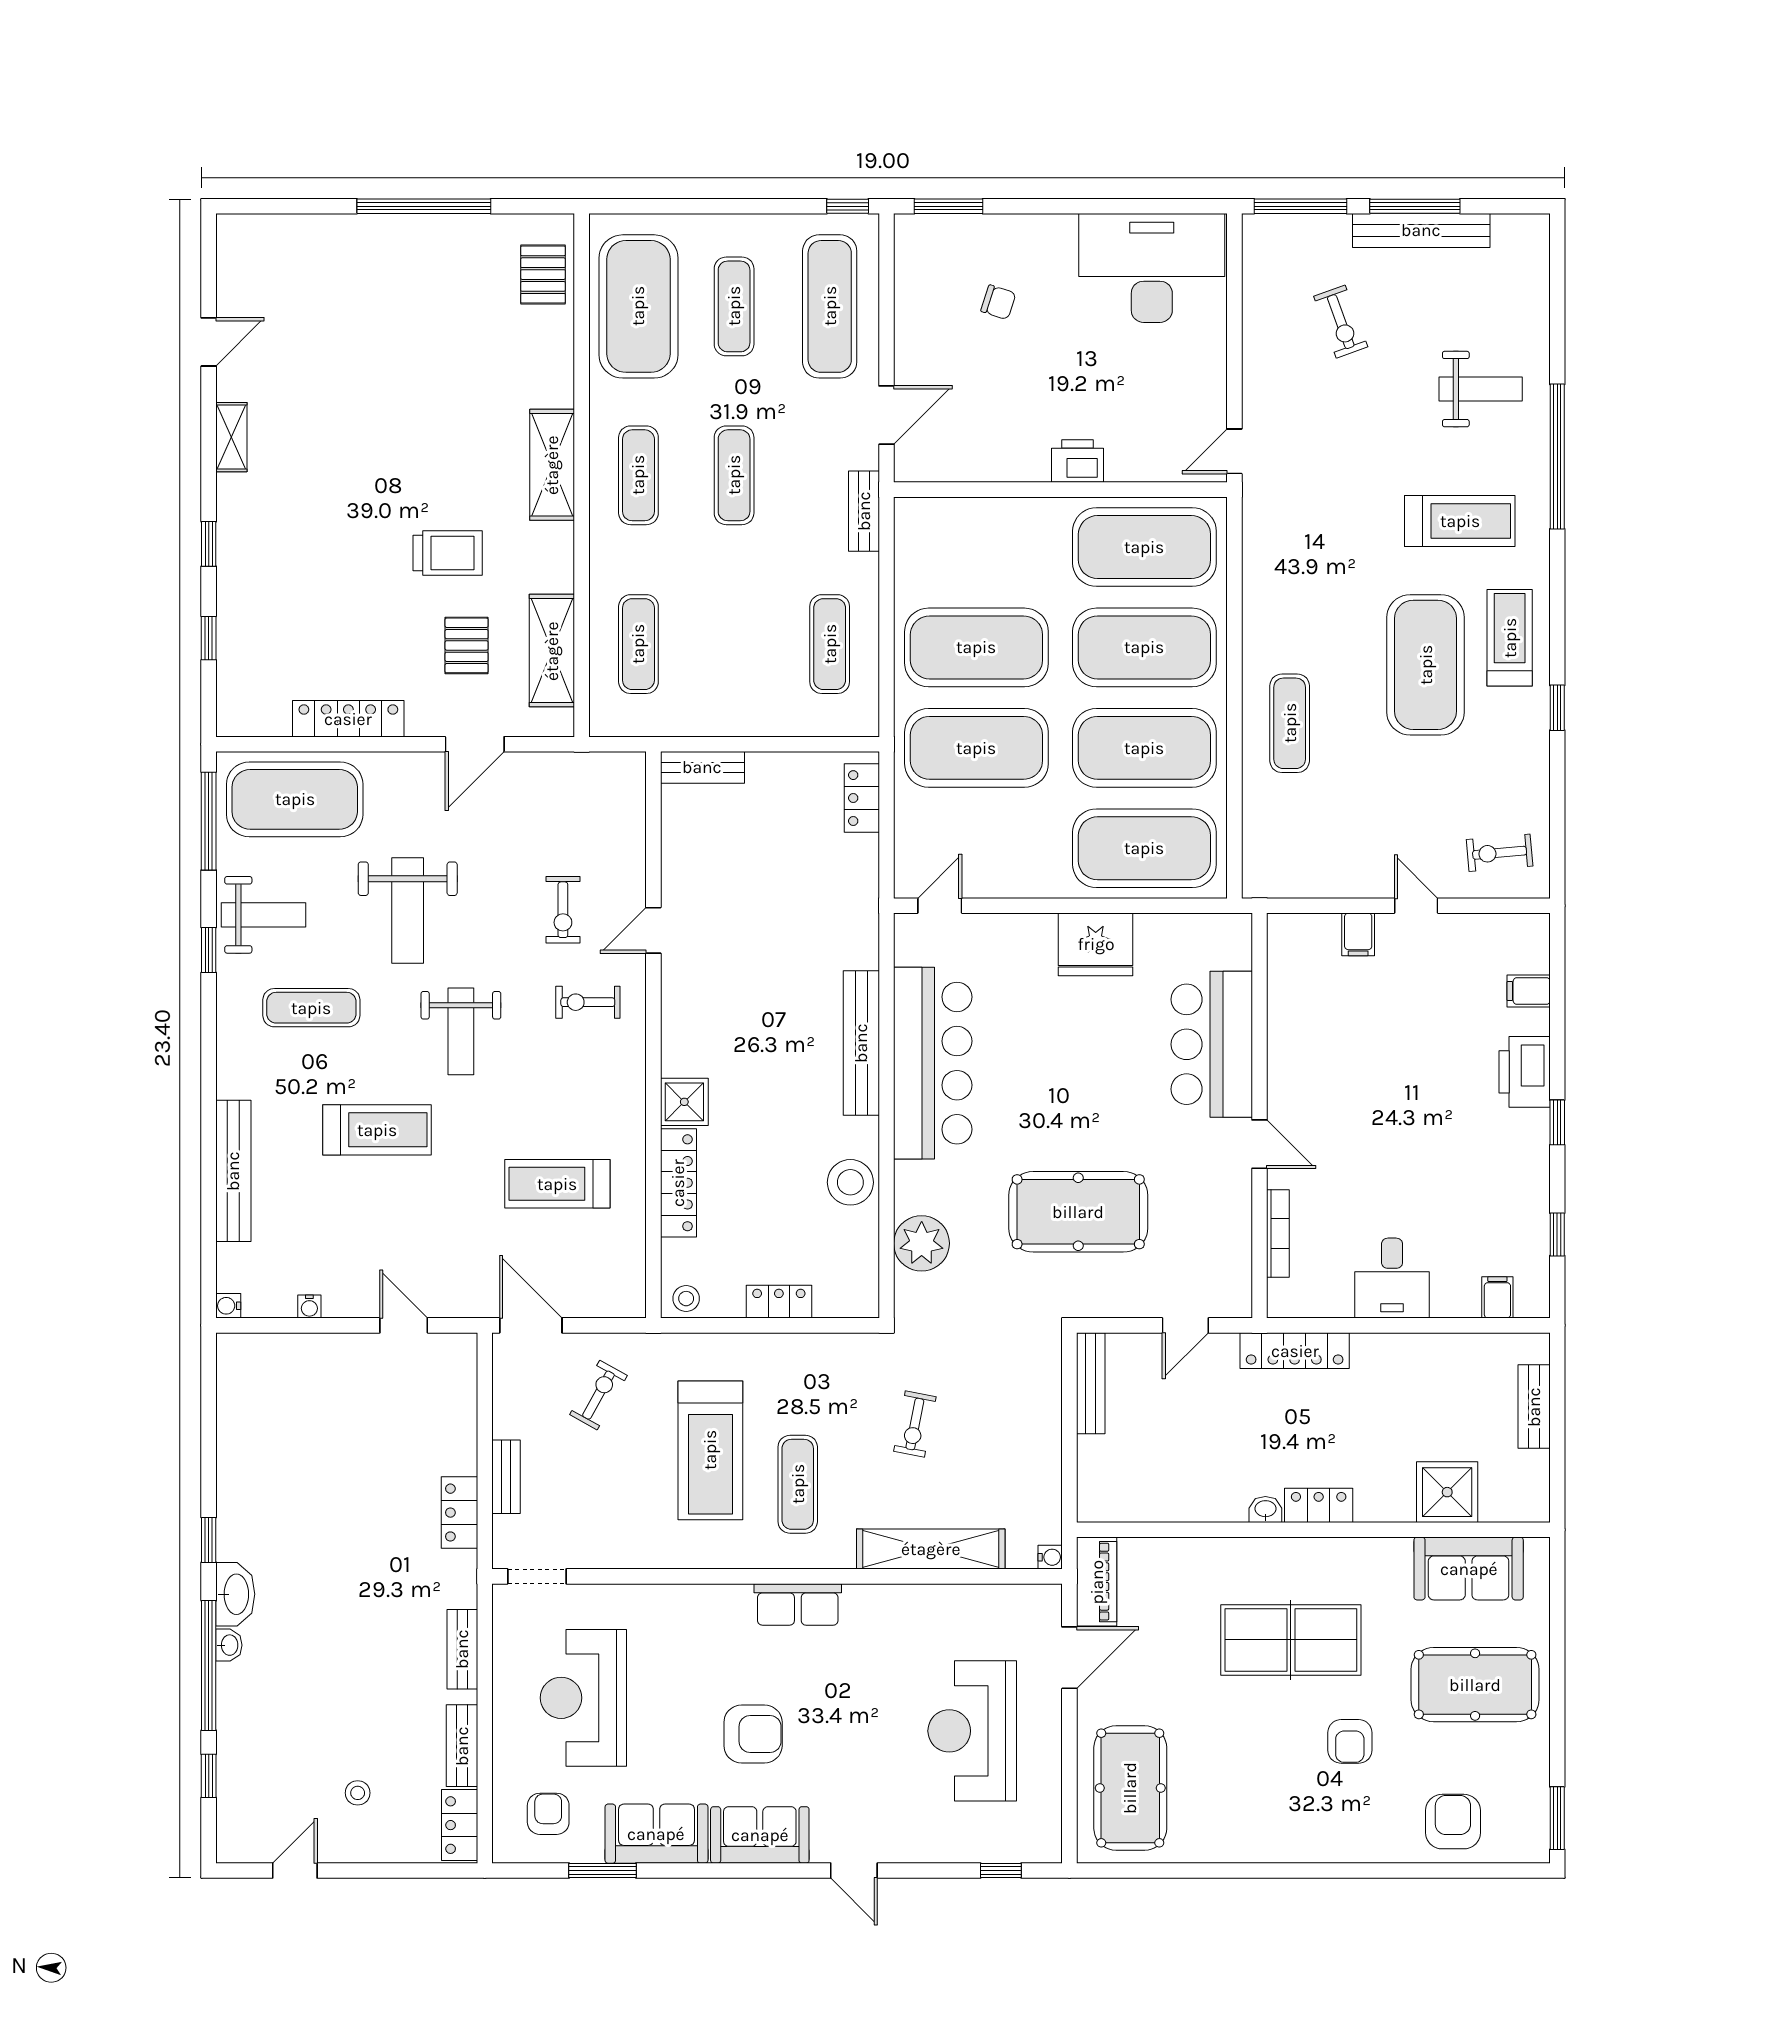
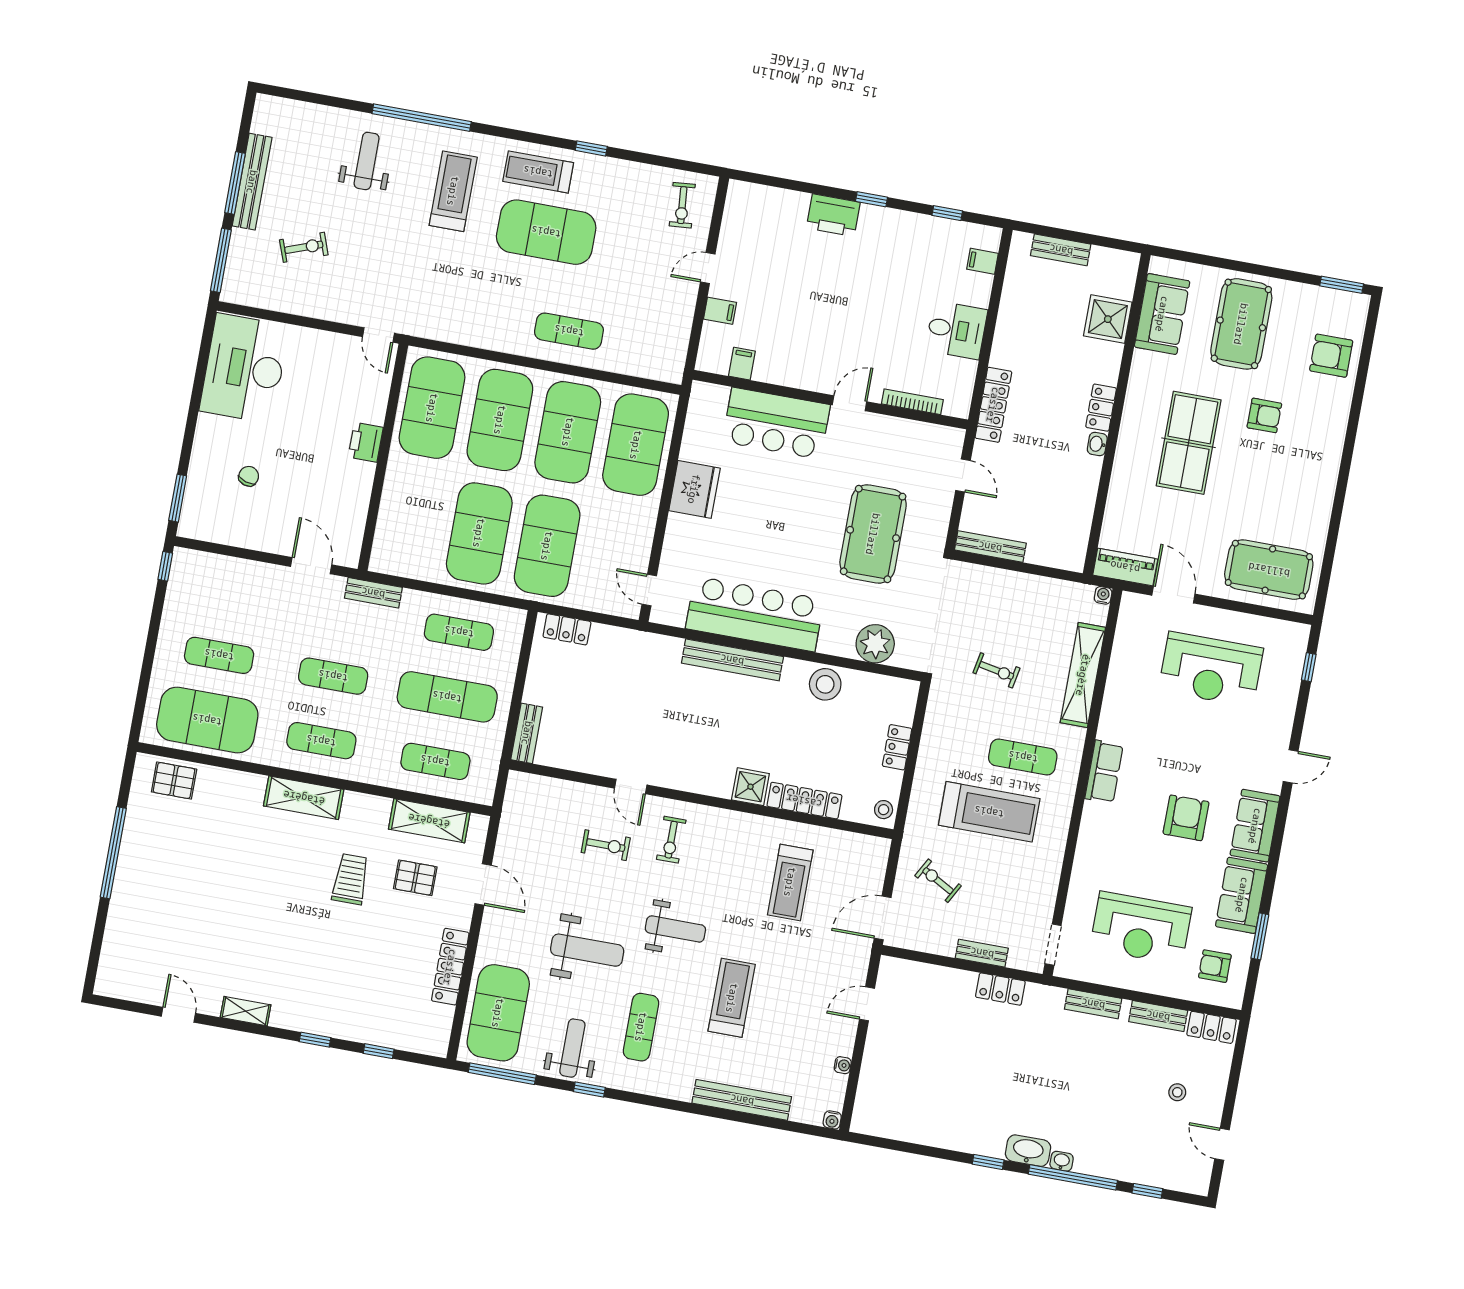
exercise mat: (830, 306) -> (447, 697), moved
filing cabinet: (1529, 991) -> (742, 364), moved, turned 180

